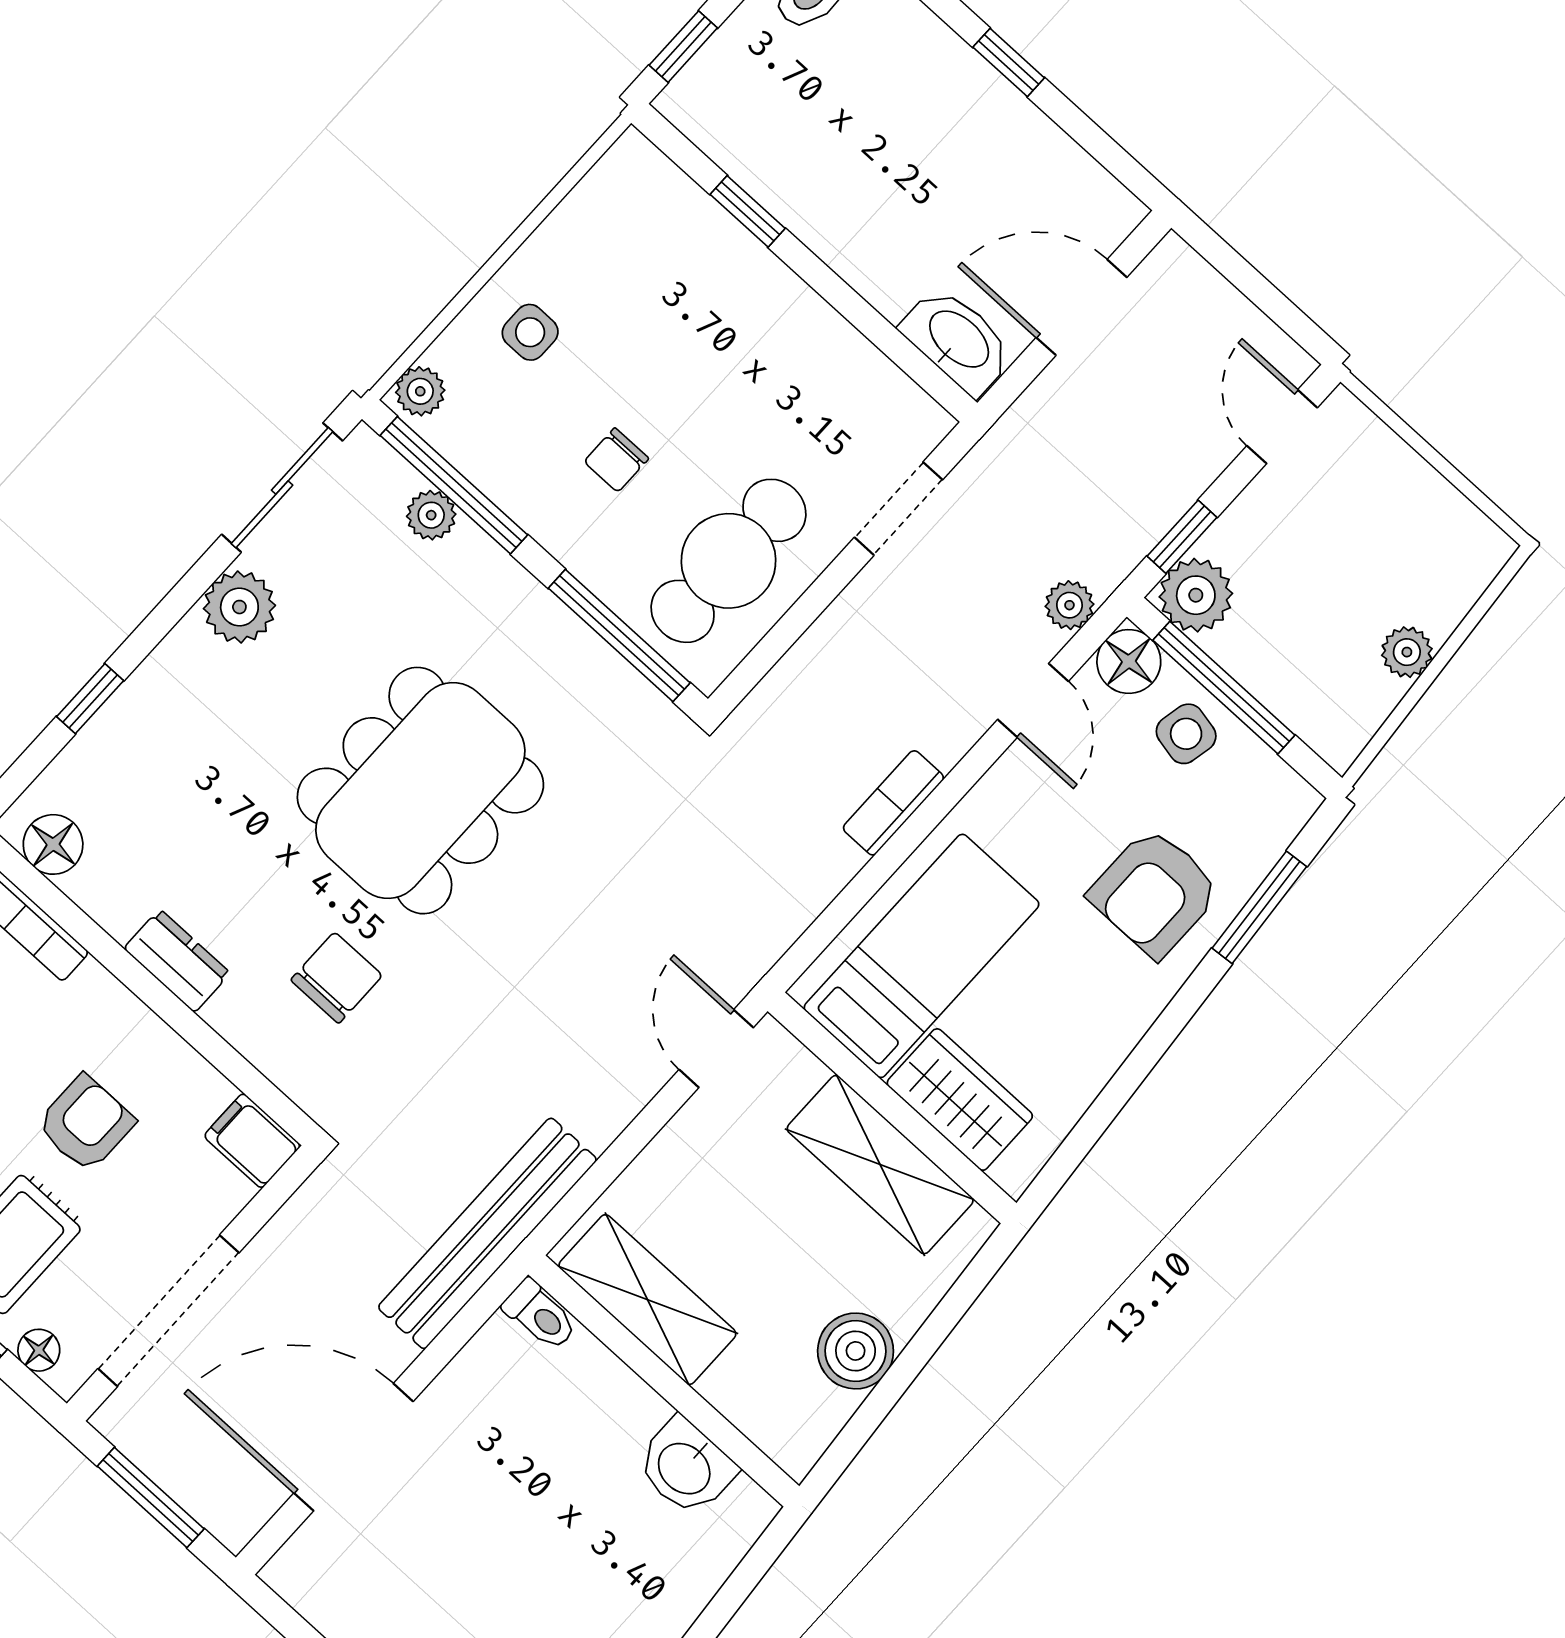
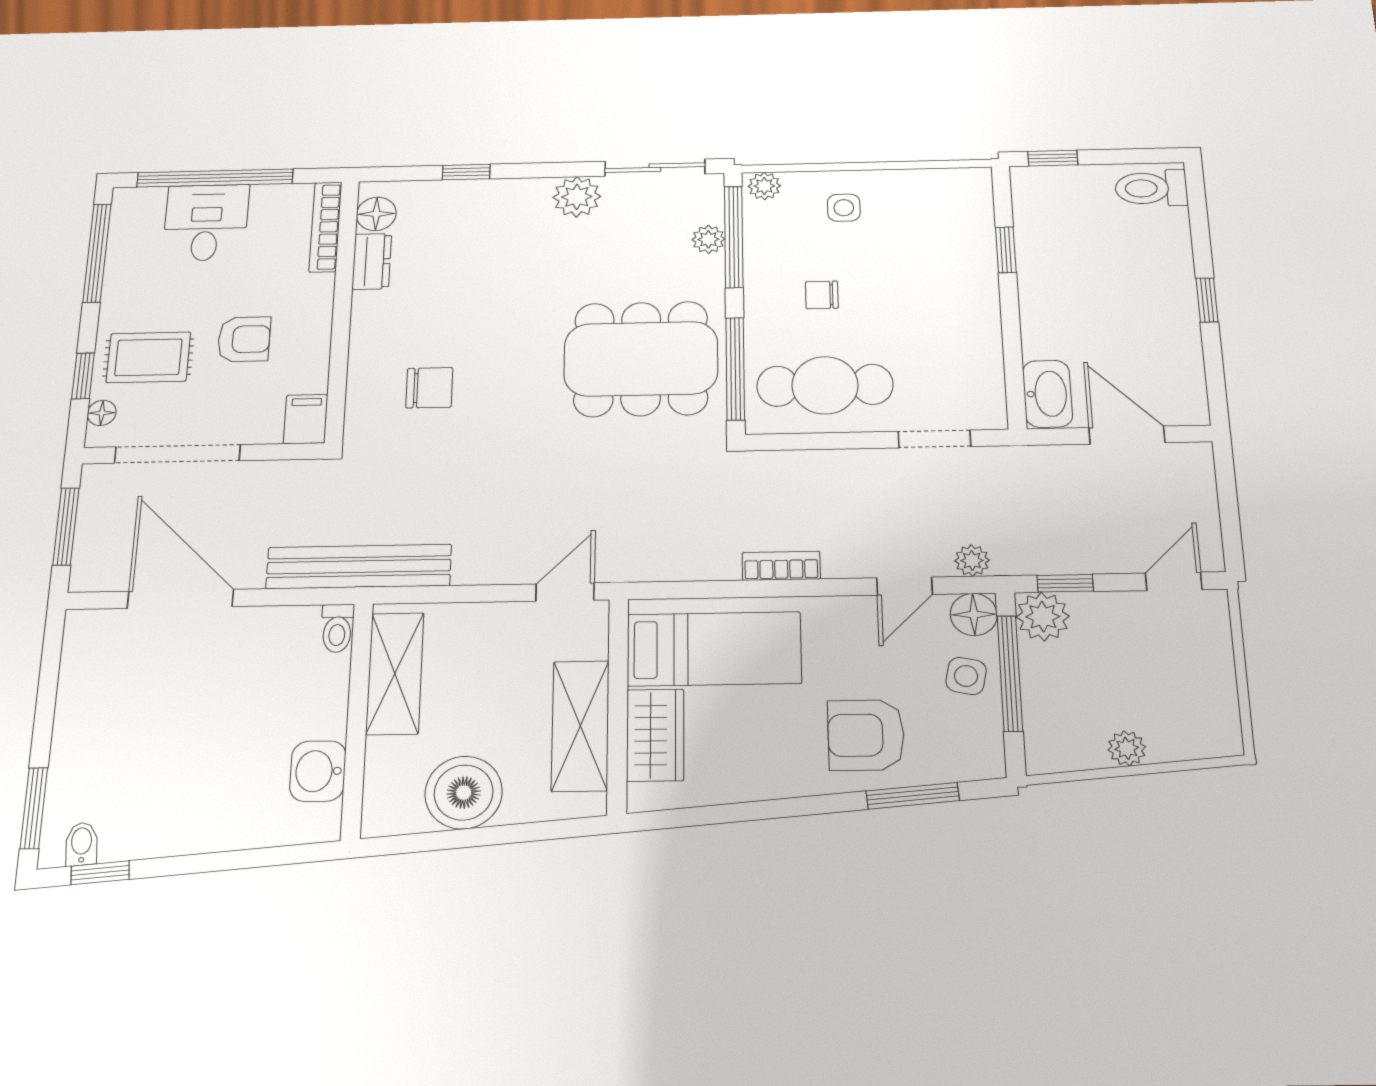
dining table: (420, 791) -> (641, 359), moved
dresser: (177, 961) -> (372, 261), moved
boiler: (856, 1351) -> (464, 793), width x1.37, depth x1.37

